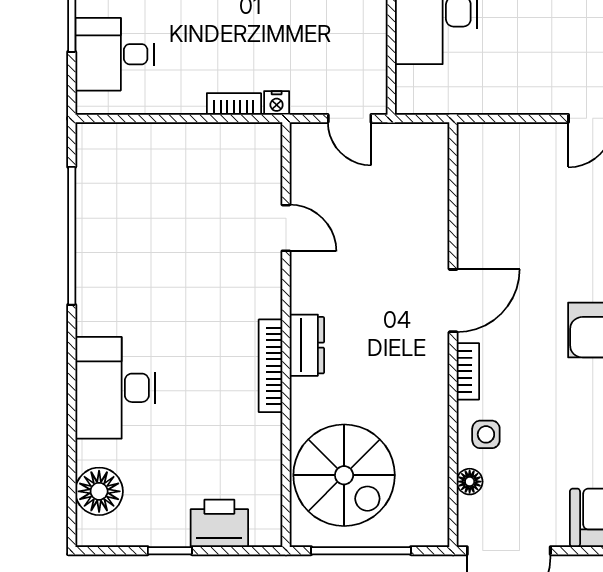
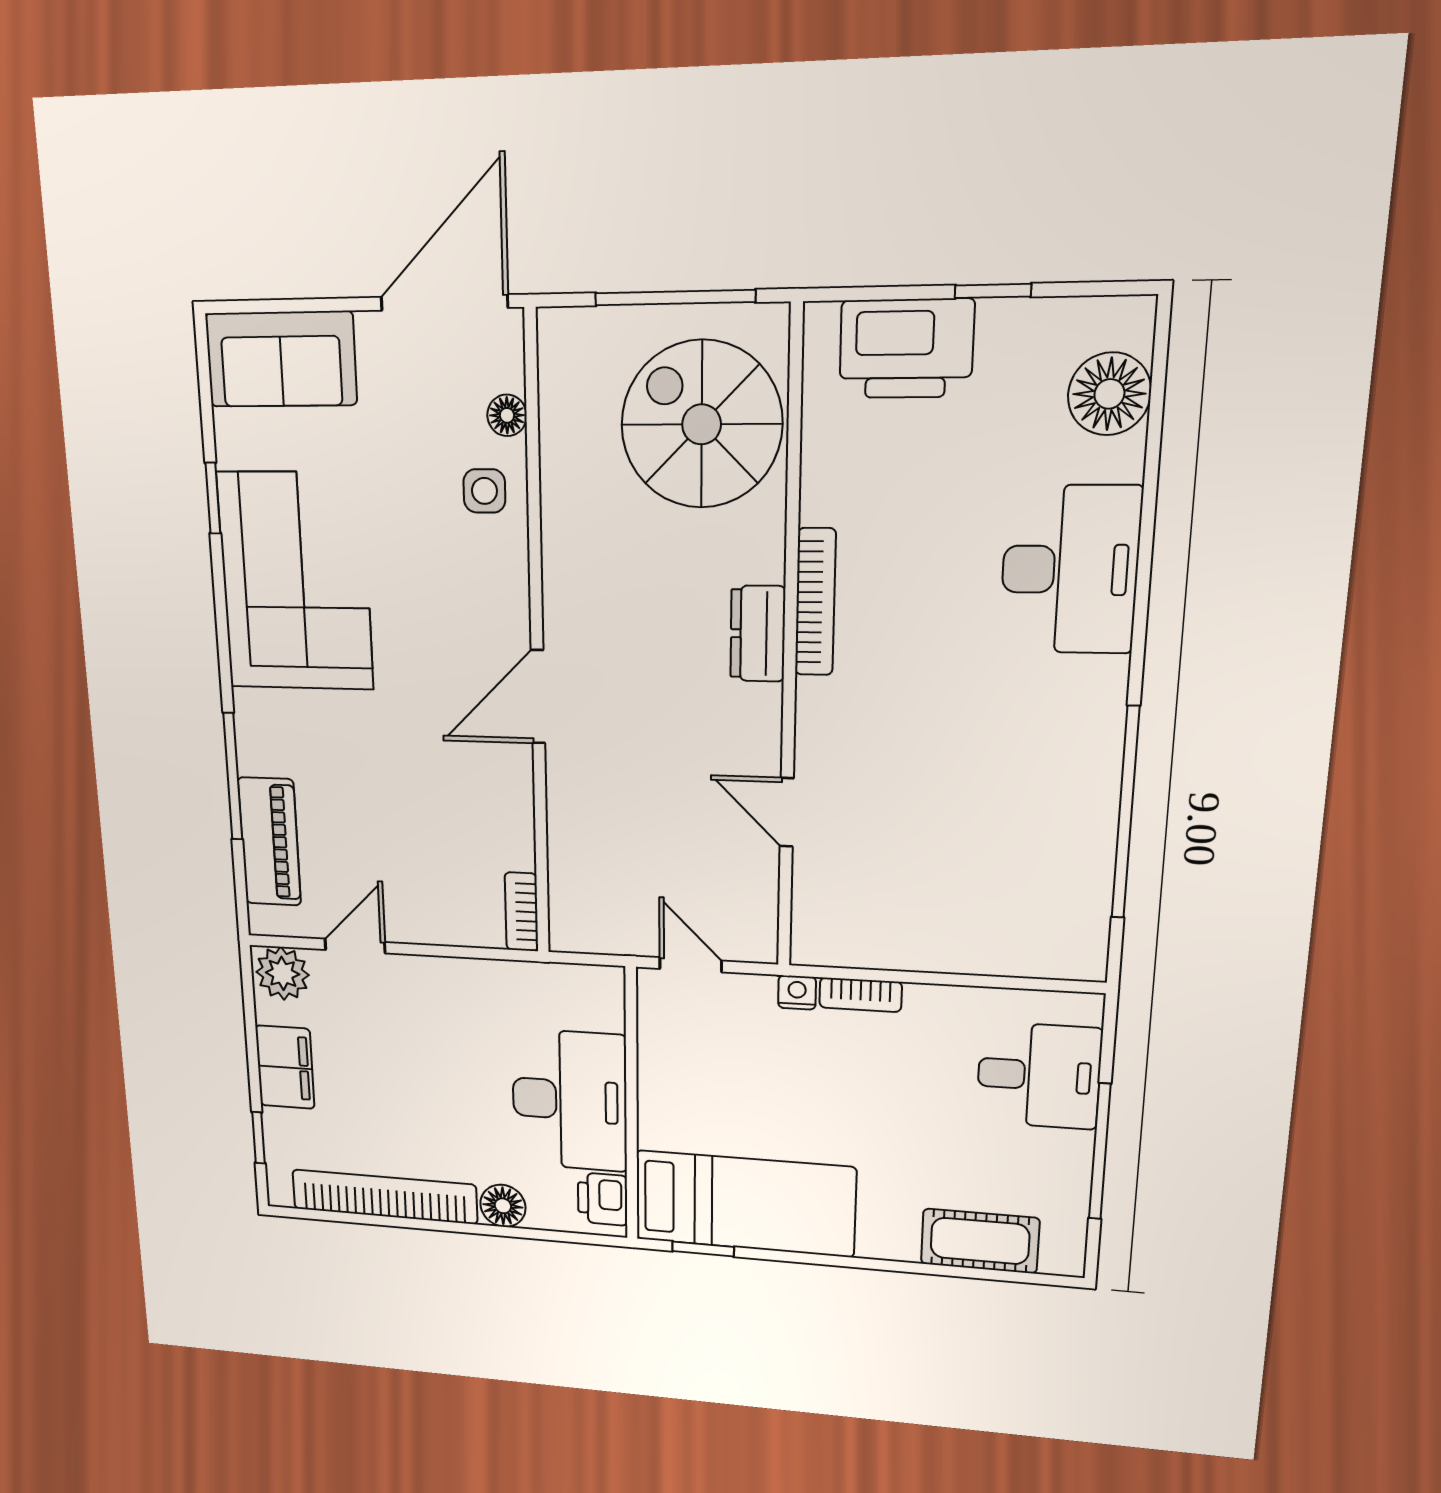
bookcase: (468, 371) -> (522, 912), moved
printer: (219, 523) -> (906, 349), width x1.37, depth x1.19

